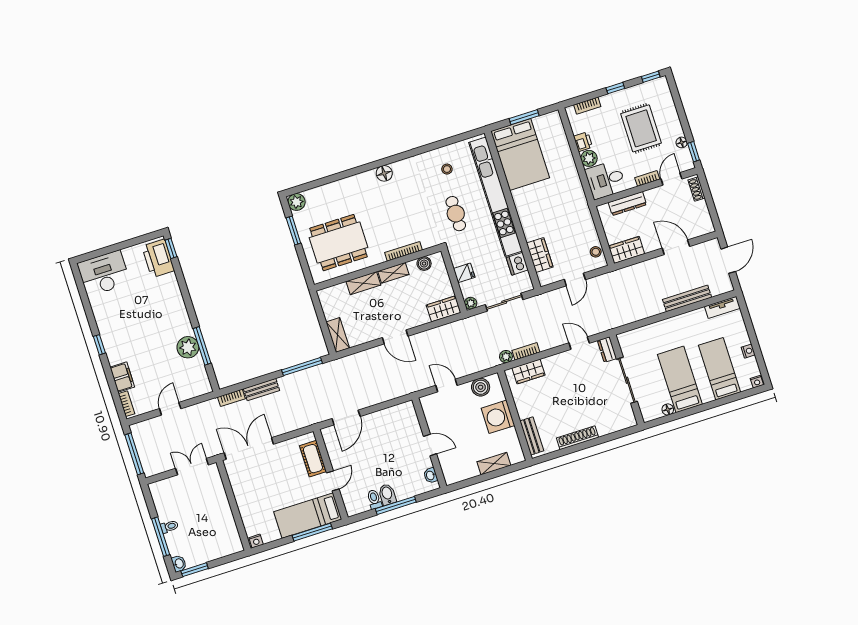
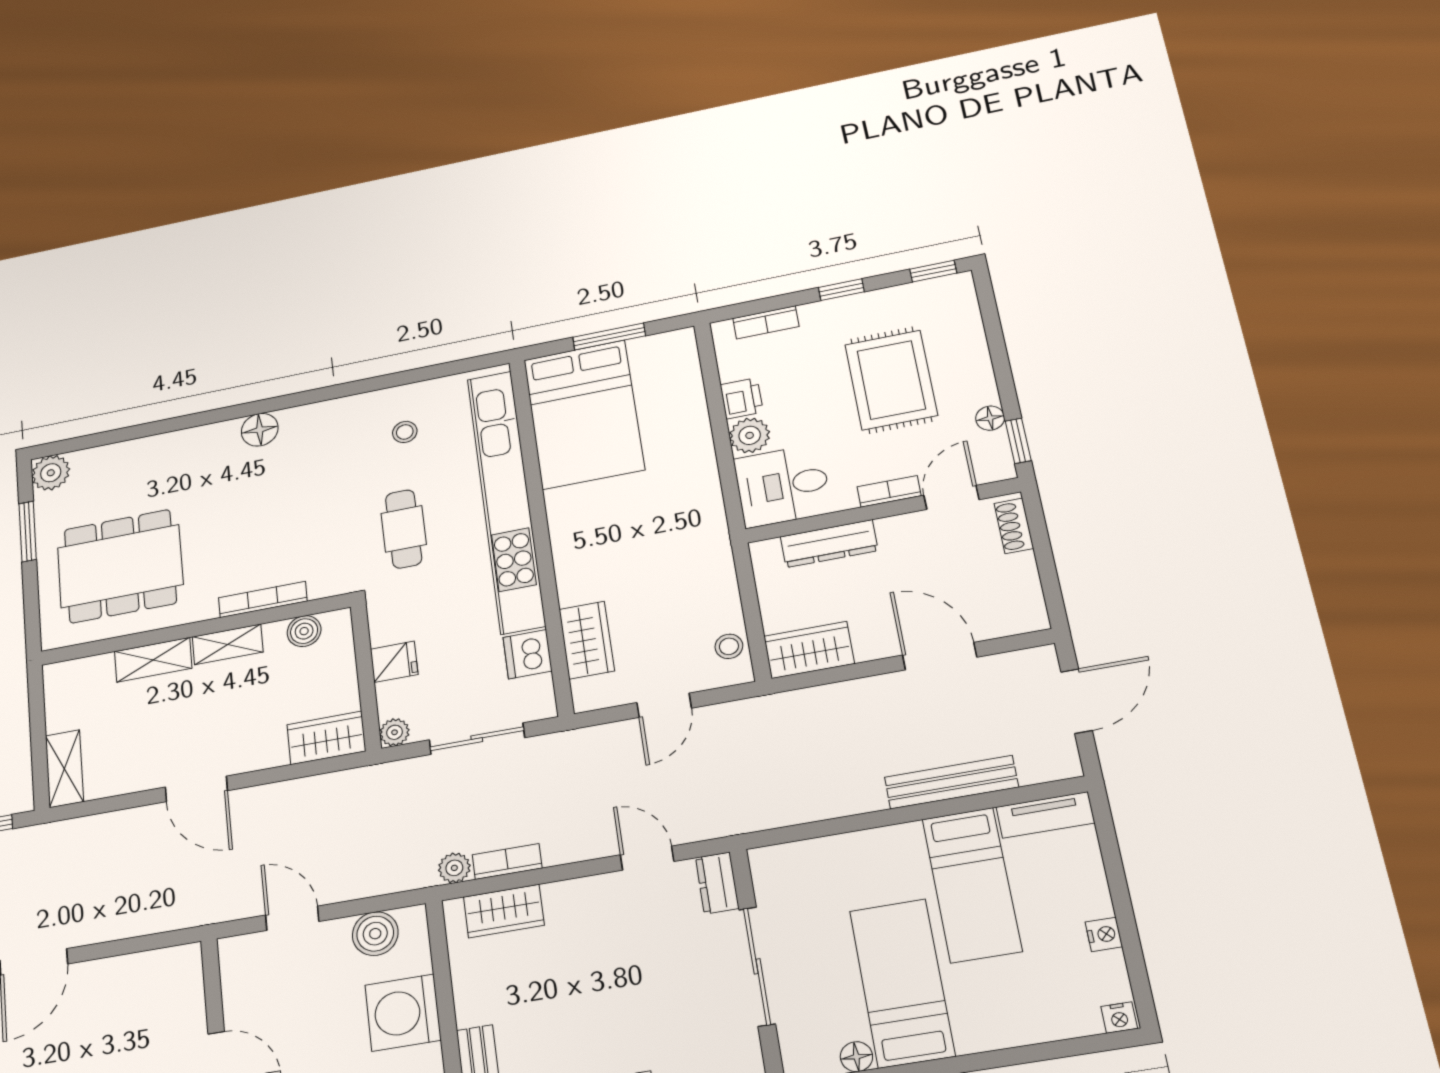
bed: (719, 369) -> (972, 885), moved, turned 180

